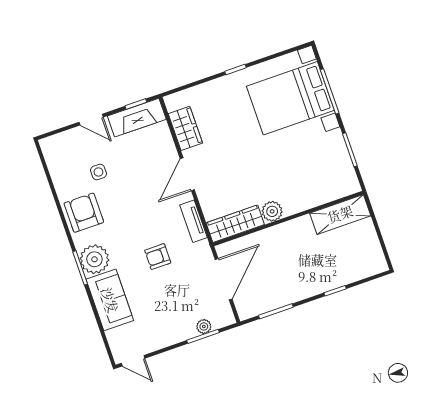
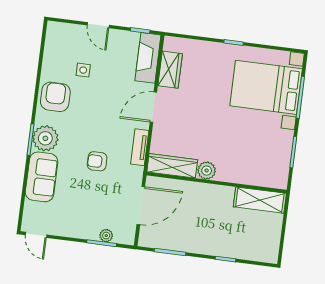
fireplace: (137, 118) -> (148, 58), moved, turned 90

